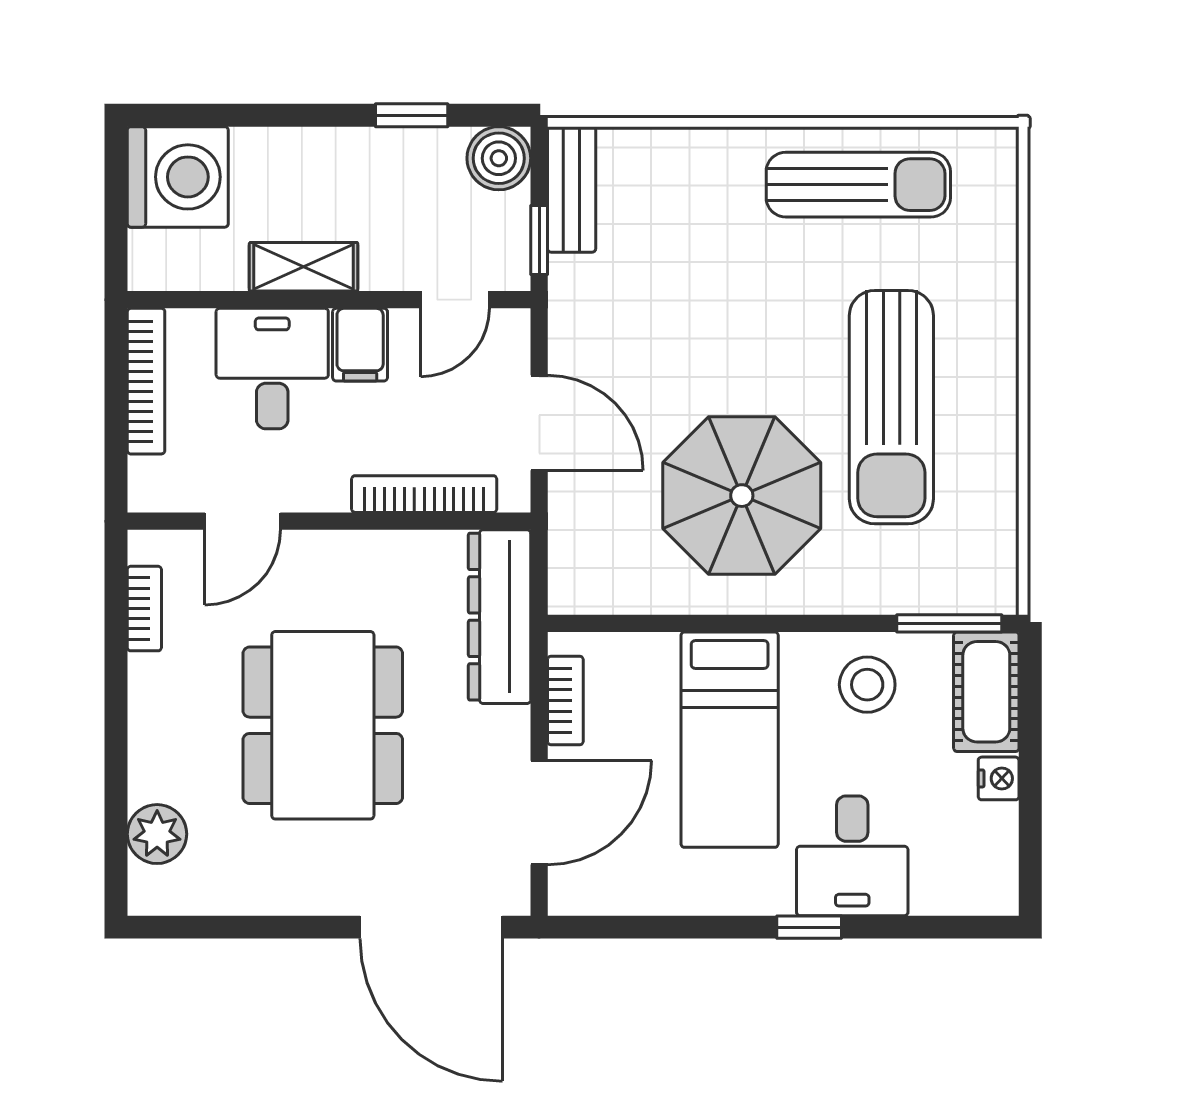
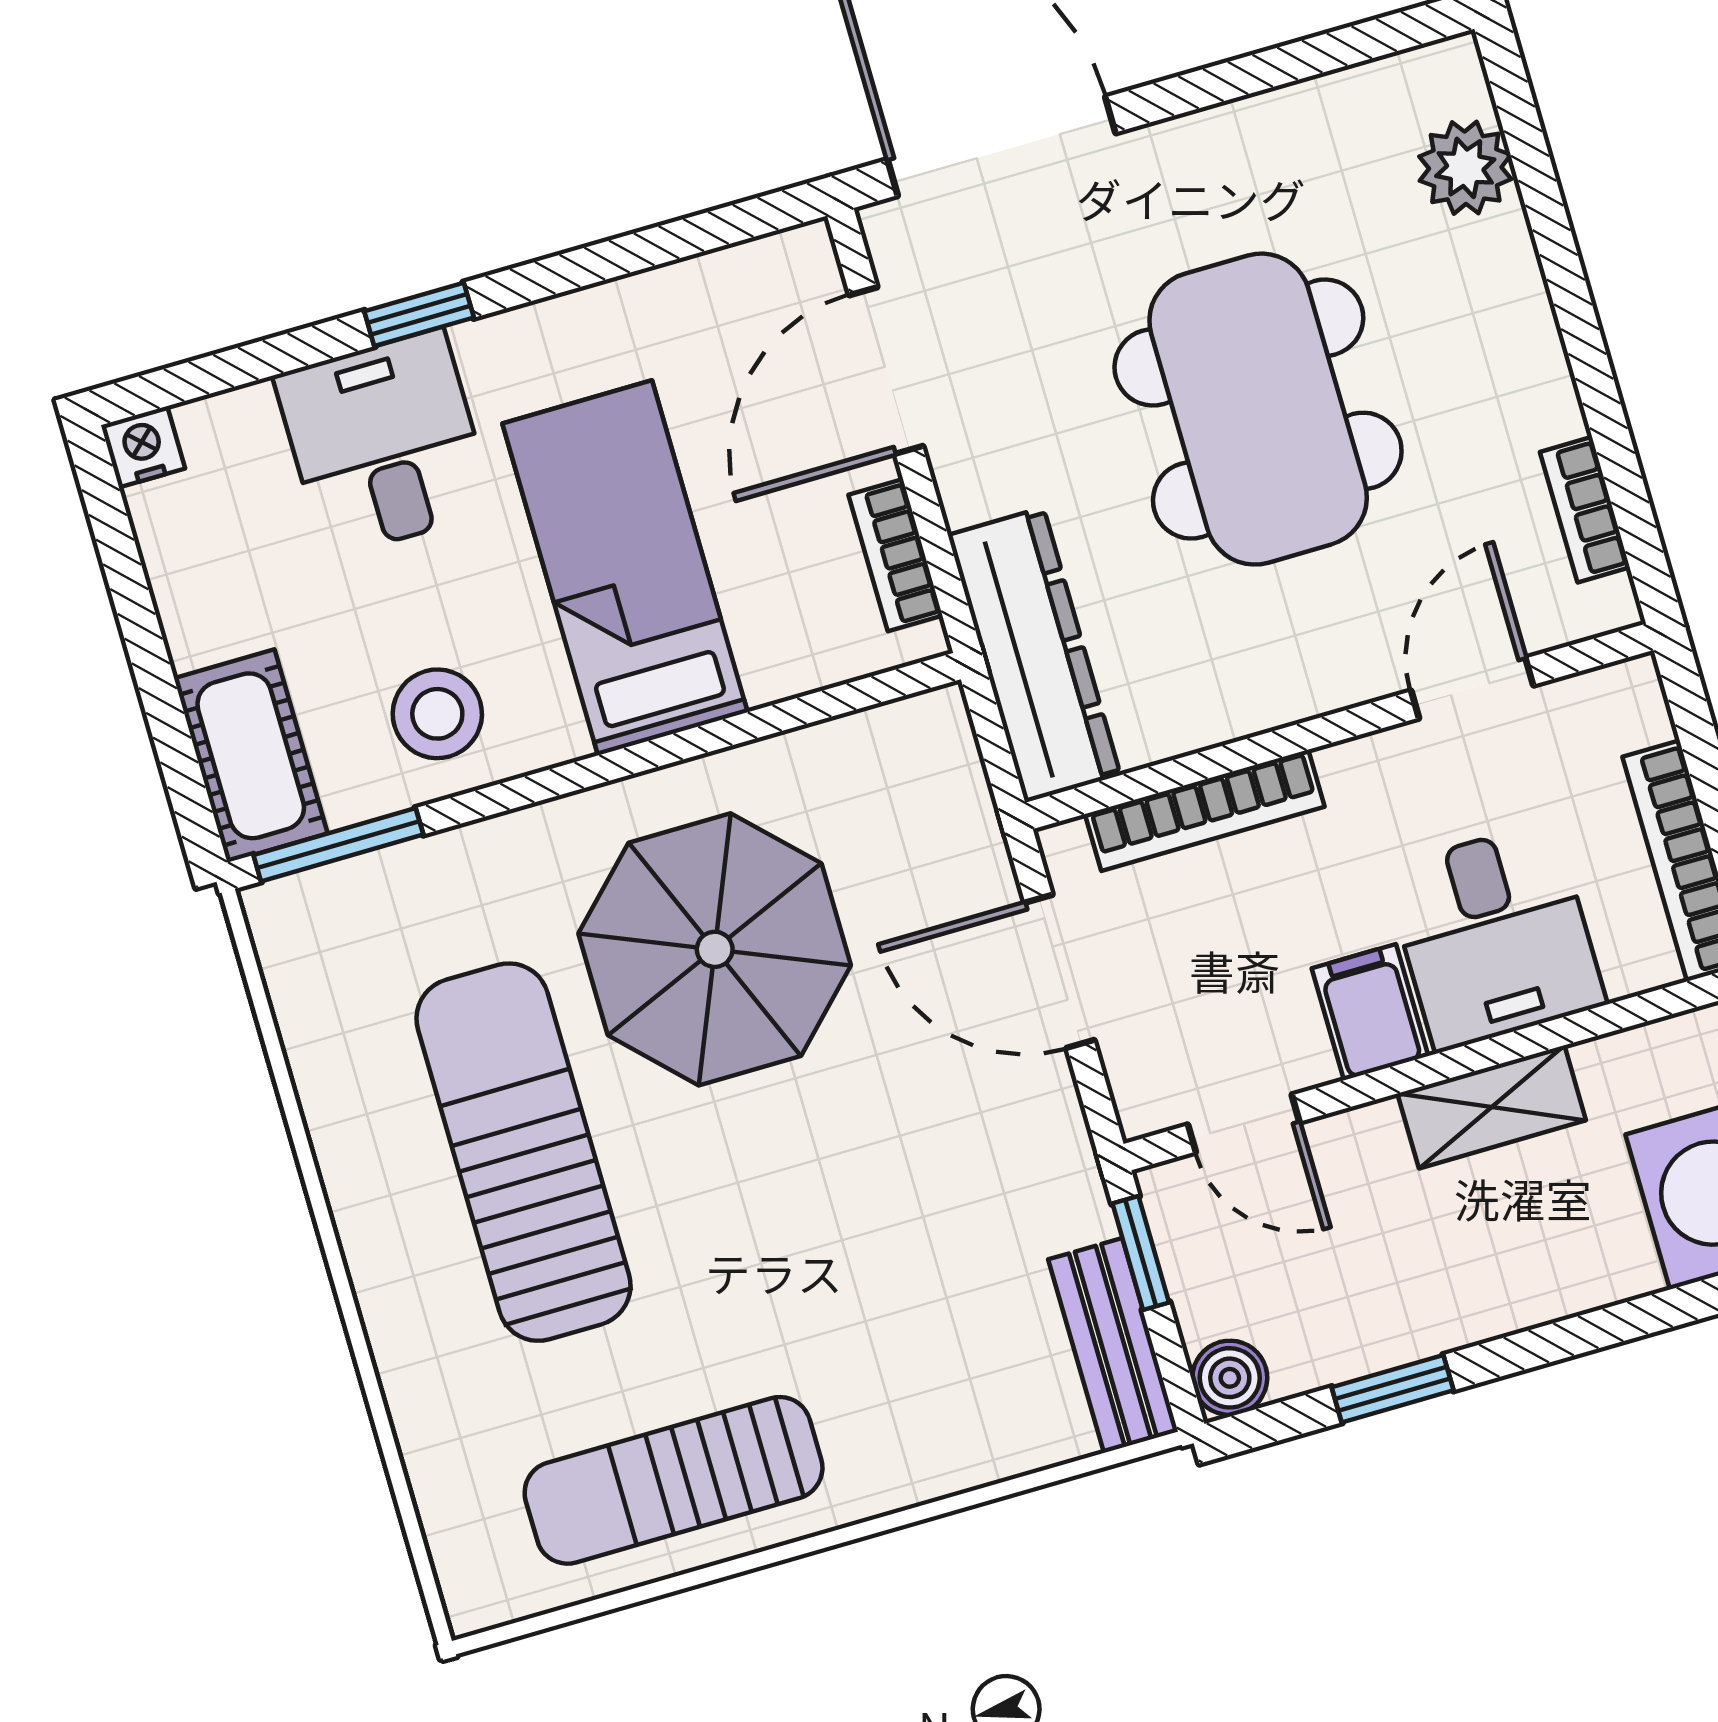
boiler: (499, 158) -> (1230, 1378), width x0.73, depth x0.73
door: (455, 300) -> (1244, 1124), swing flipped
nightstand: (999, 778) -> (143, 447), moved, turned 90

